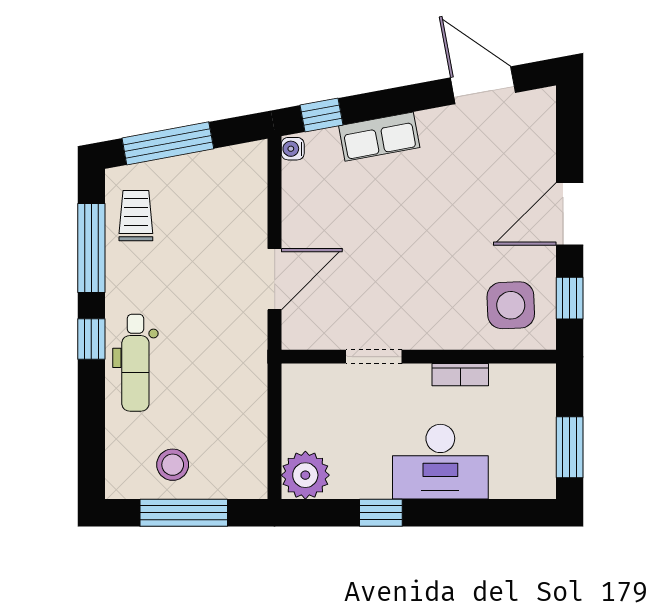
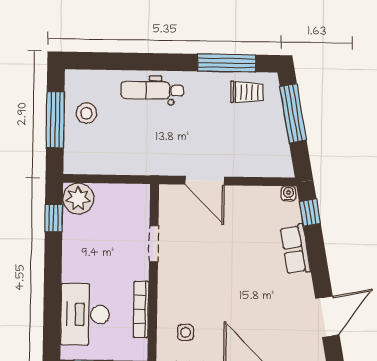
side table: (511, 305) -> (185, 332), width x0.54, depth x0.54
window: (91, 339) -> (168, 62), removed
bookcase: (460, 375) -> (141, 309), width x1.56
desk: (440, 462) -> (85, 314), moved
window: (381, 513) -> (54, 218), moved

